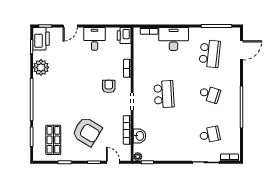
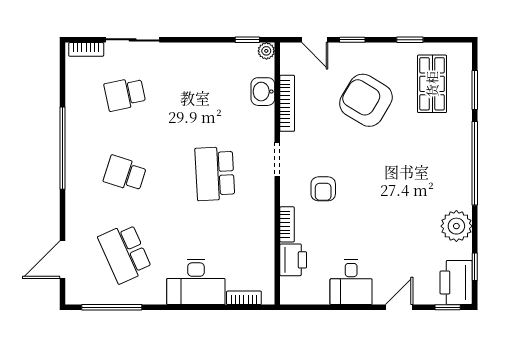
printer: (124, 36) -> (293, 260), moved
school desk: (210, 54) -> (125, 253), turned -30

